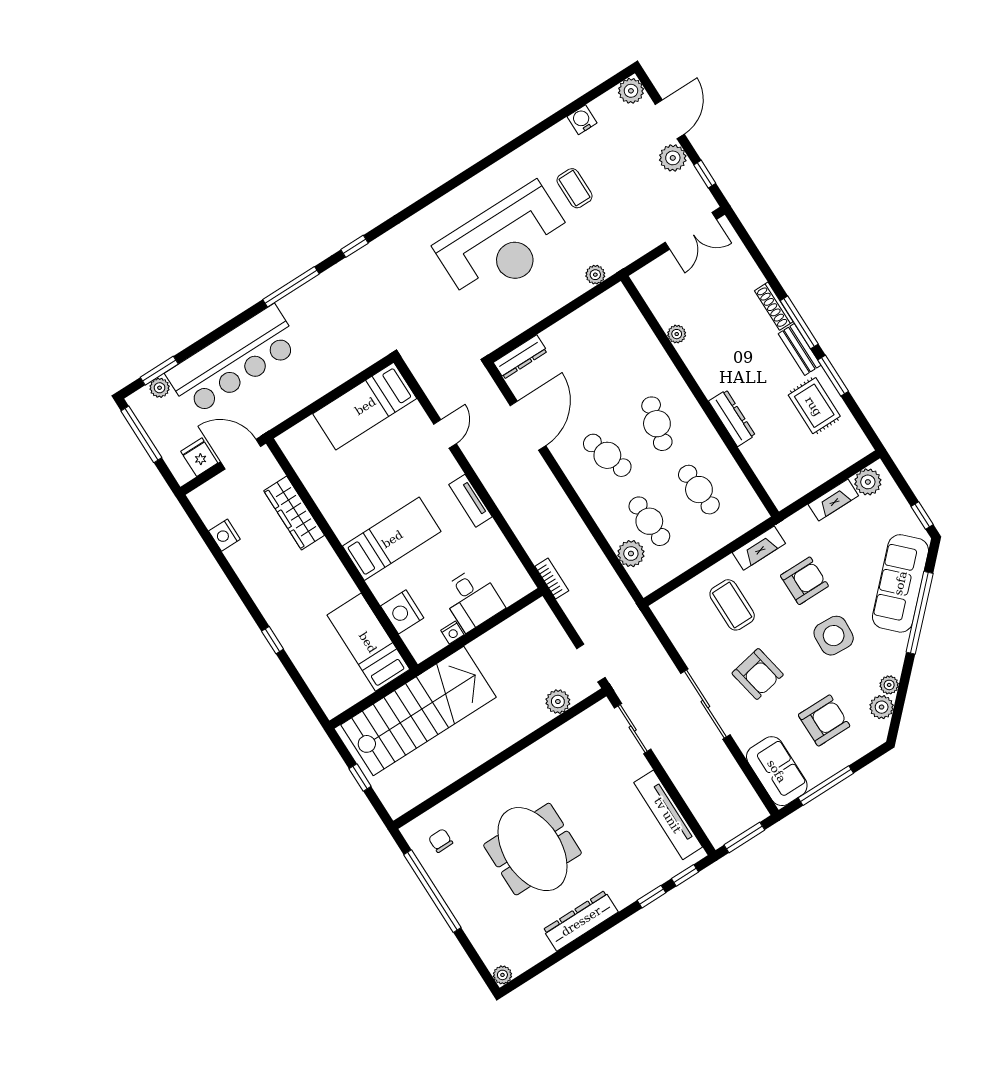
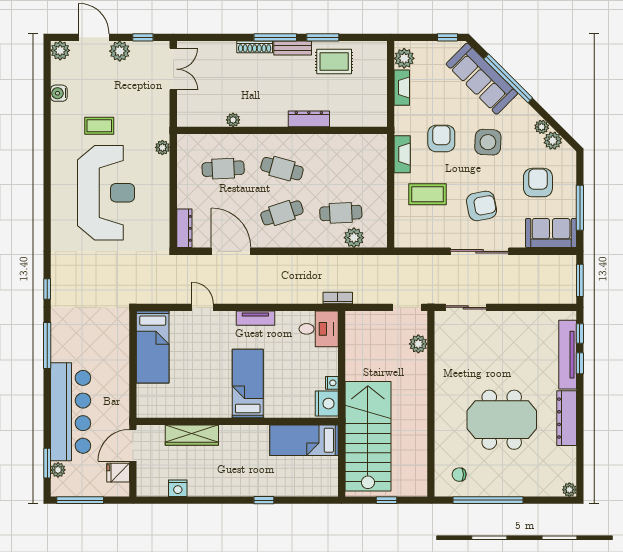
cafe table: (699, 490) -> (223, 169), moved
desk: (472, 599) -> (319, 329), moved
nightstand: (402, 612) -> (327, 404), moved, turned -90
tv unit: (668, 815) -> (568, 355), moved, turned 90

